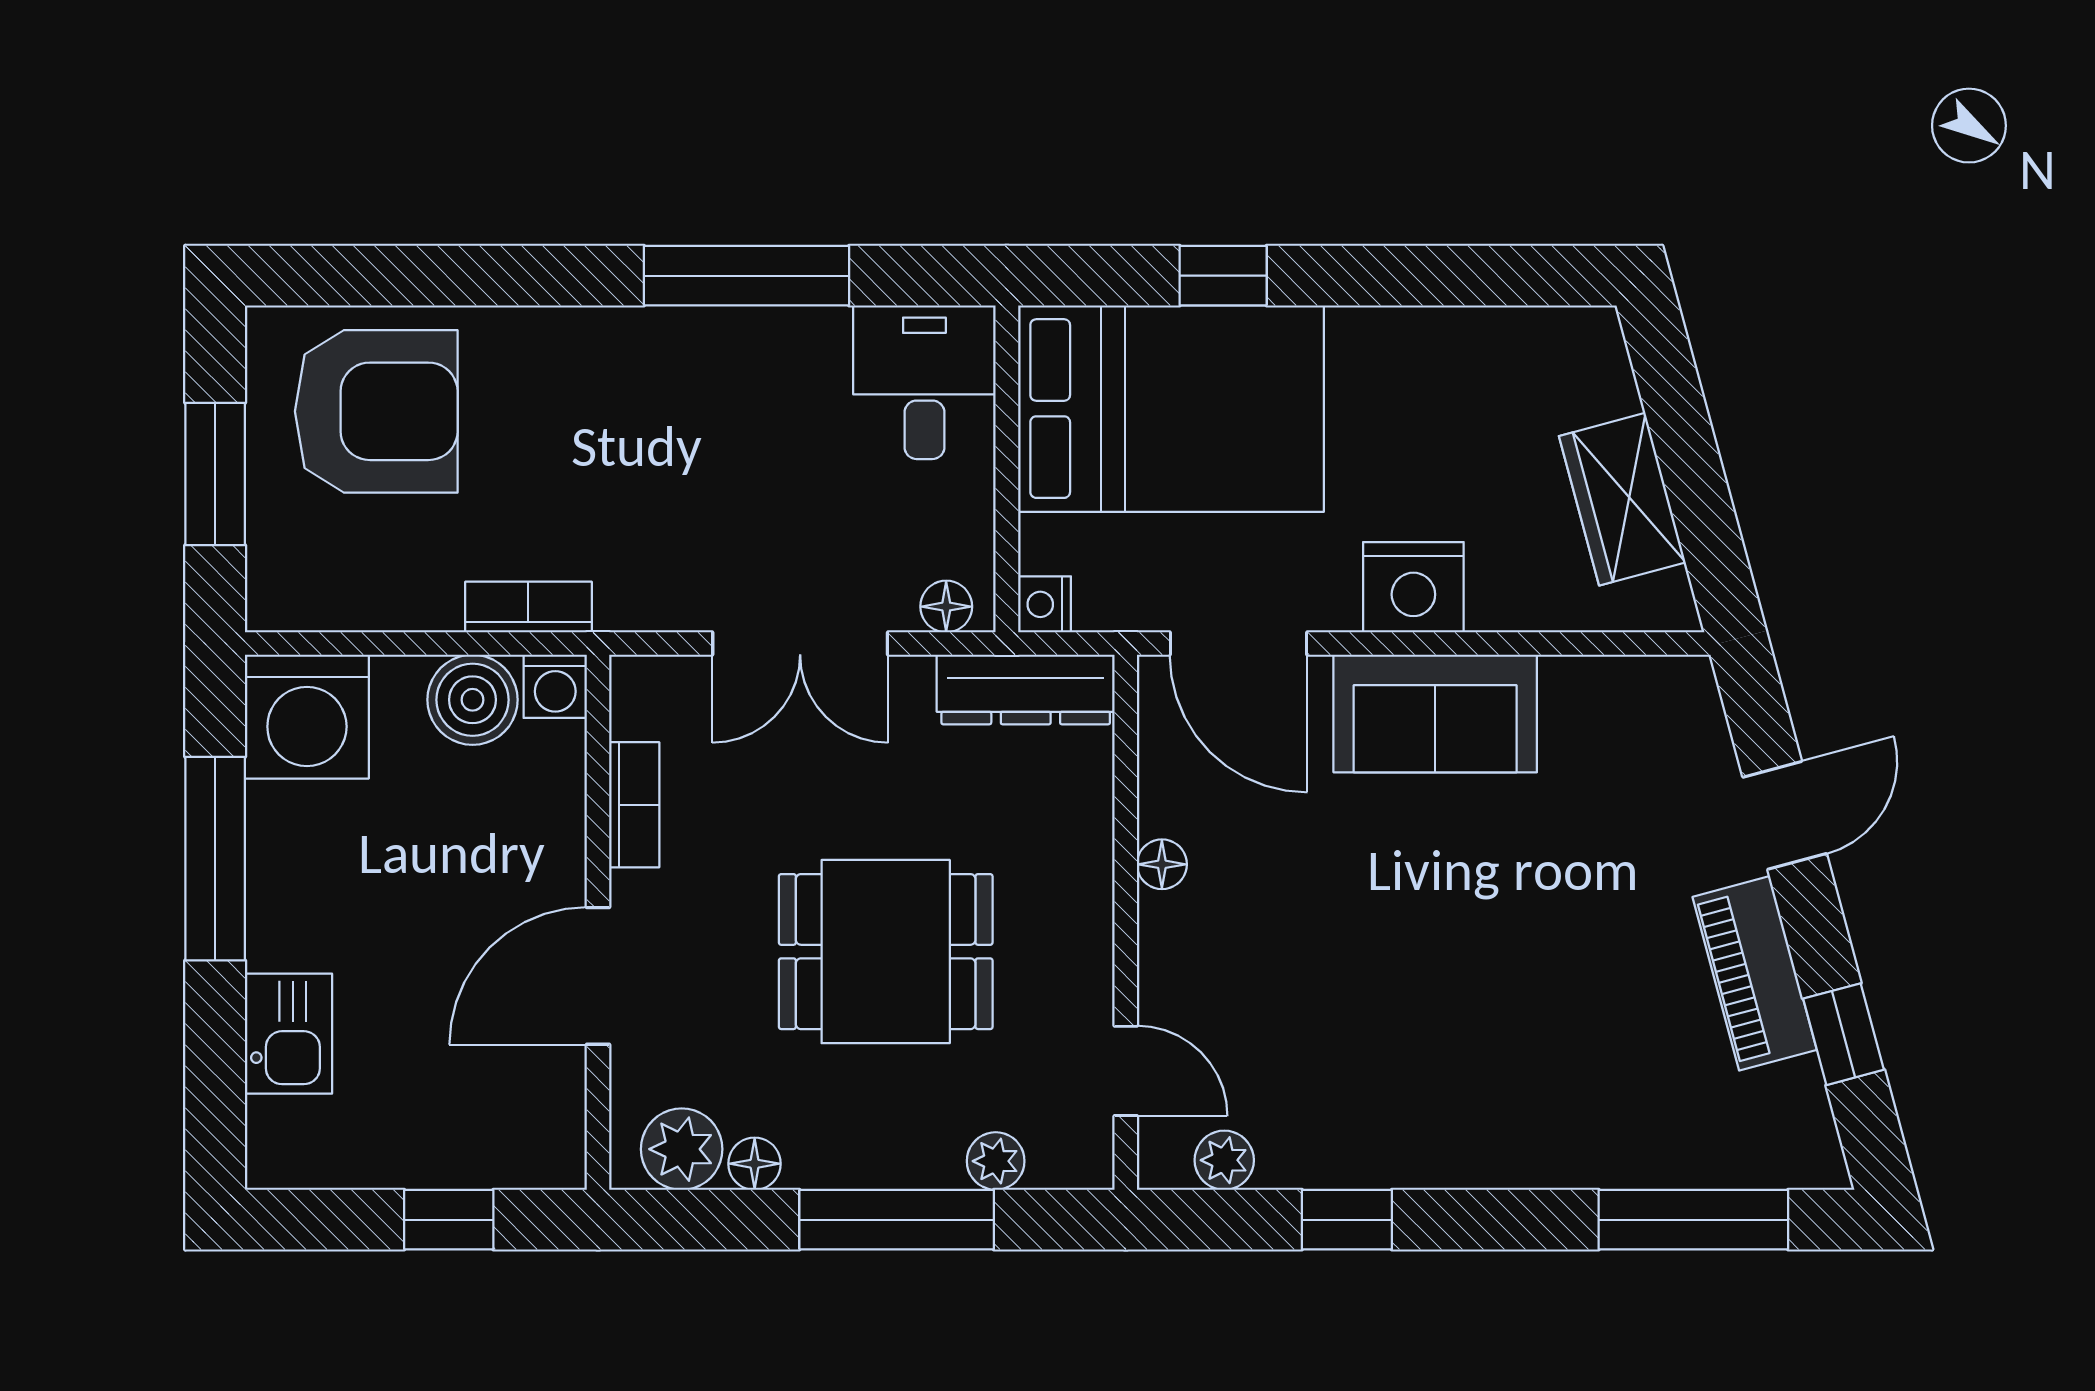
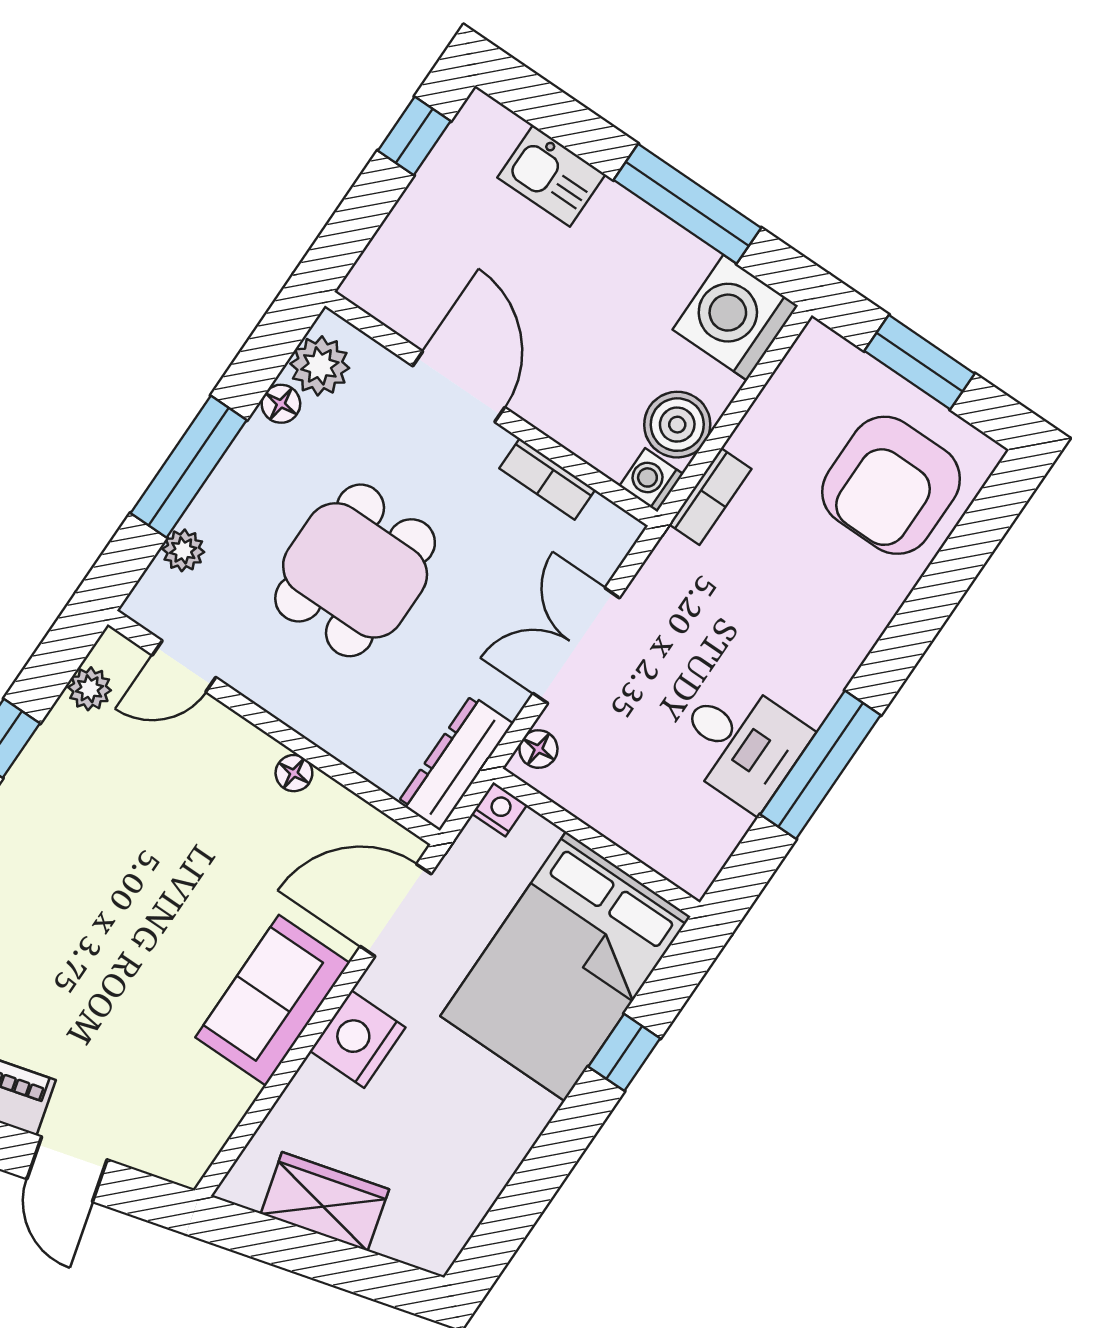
desk: (924, 382) -> (741, 743), moved
window: (449, 1220) -> (414, 136), moved

